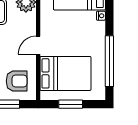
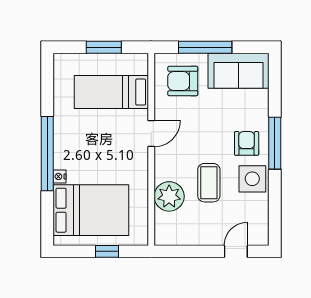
window: (109, 61) -> (47, 154), moved
bed: (65, 73) -> (111, 92), width x0.67

